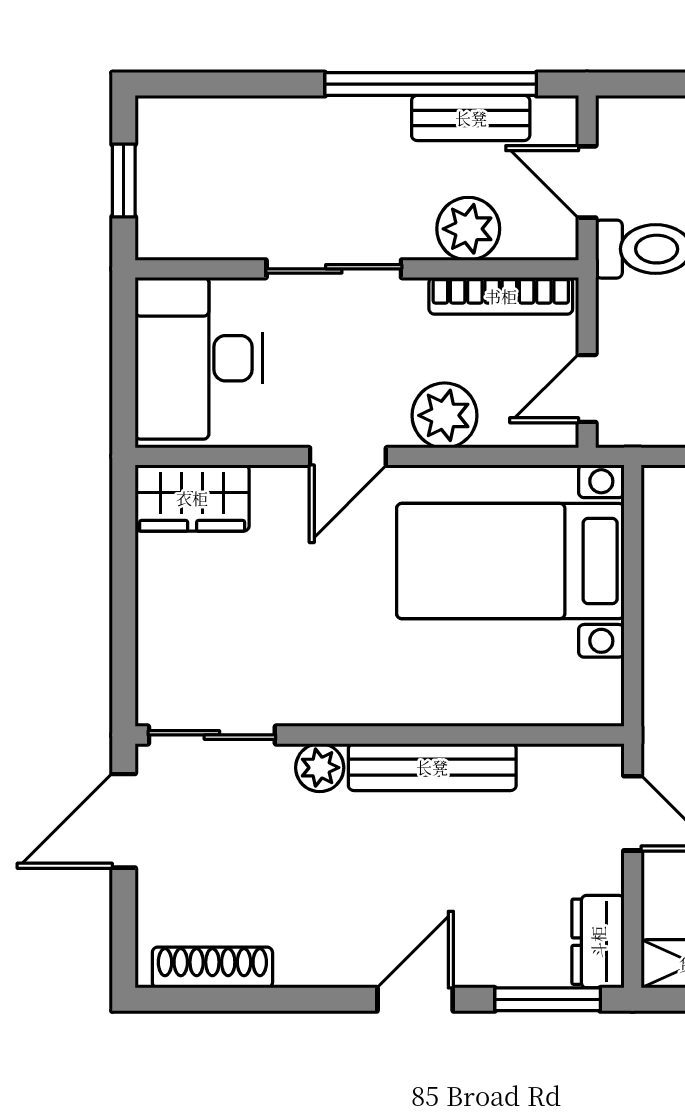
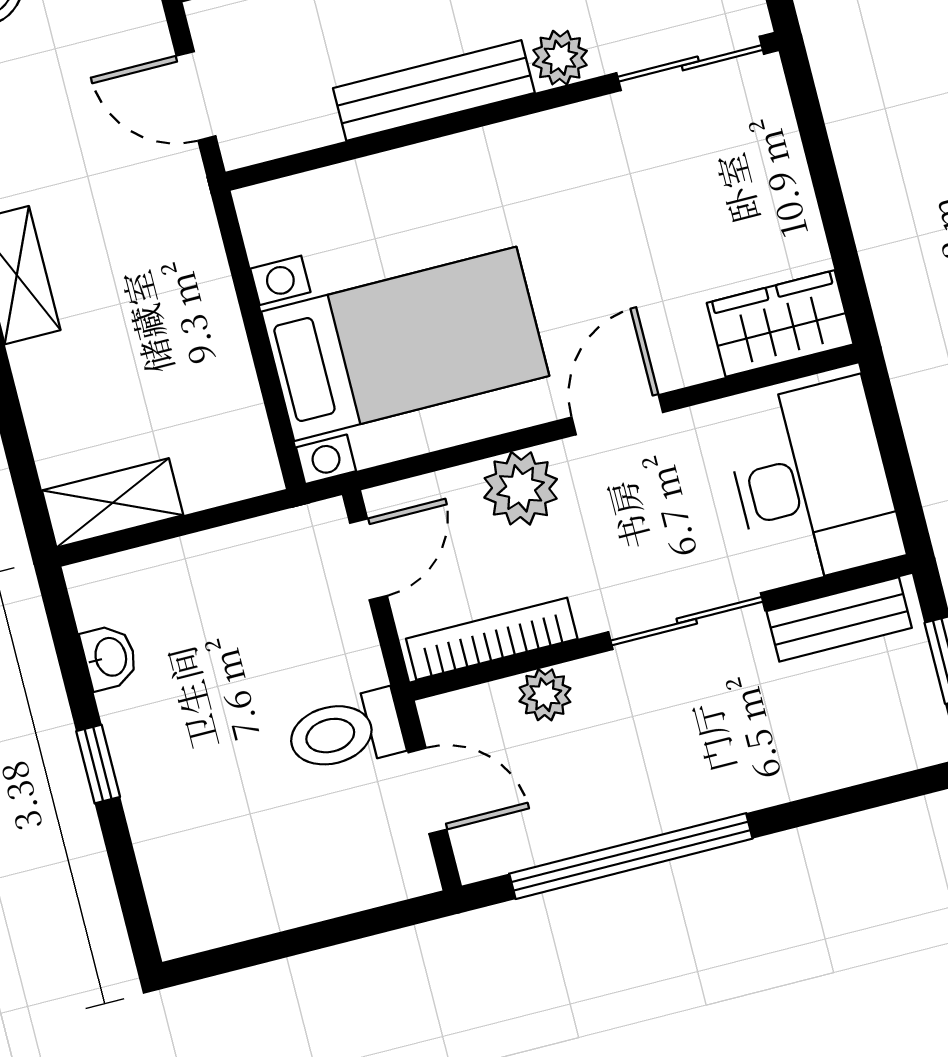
bench: (471, 118) -> (839, 619), moved
plant: (468, 229) -> (545, 695), width x0.73, depth x0.73

